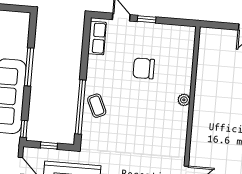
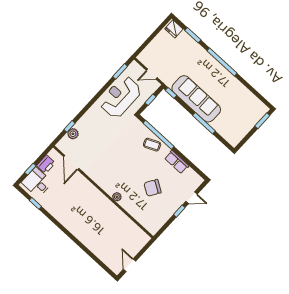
row of seats: (97, 38) -> (177, 162), moved
chair: (144, 68) -> (153, 188), turned -148

